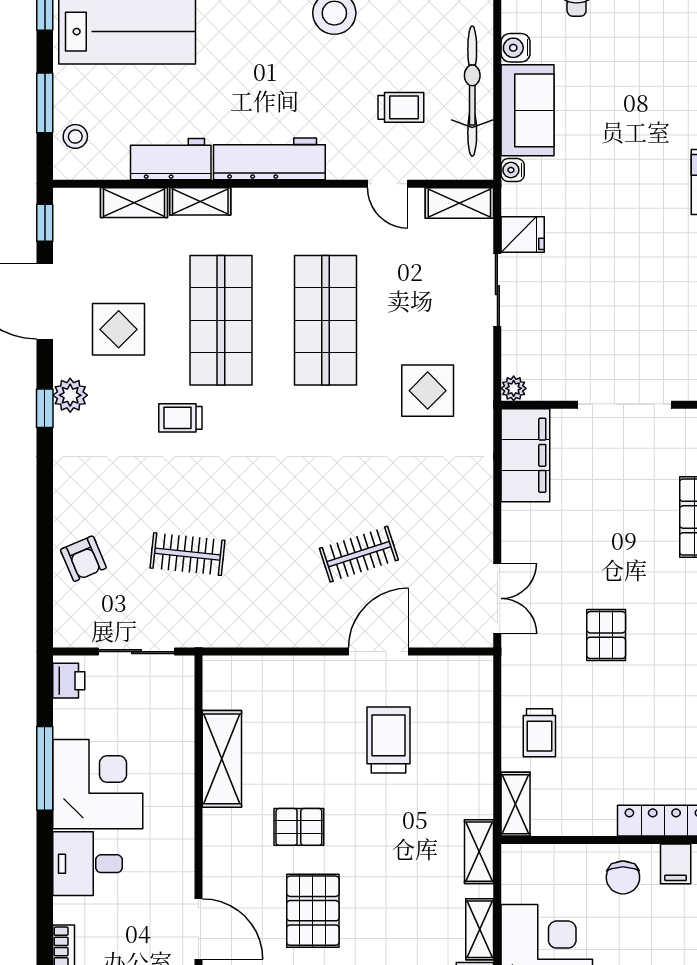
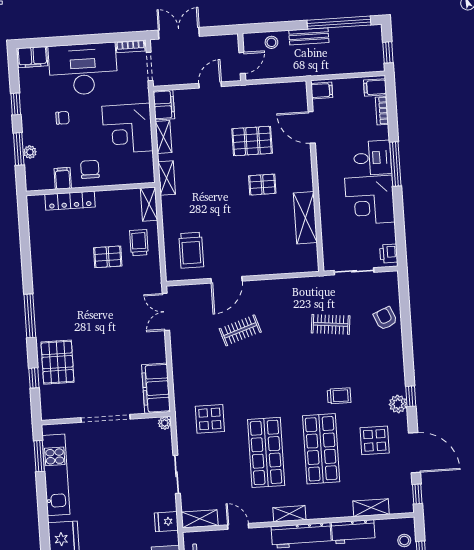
water cooler: (513, 170) -> (173, 538), removed
shelving: (200, 201) -> (289, 514), moved
fridge: (523, 234) -> (166, 522), moved
pallet: (606, 635) -> (108, 257), moved, turned 90
trolley: (389, 740) -> (191, 250), moved
window: (45, 768) -> (395, 164), moved
pallet: (313, 911) -> (252, 141), turned 90

